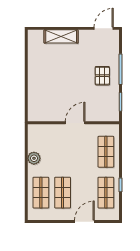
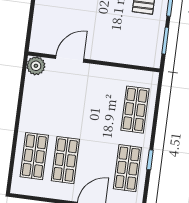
door: (75, 123) -> (70, 59), moved
plant: (34, 158) -> (36, 66), moved

